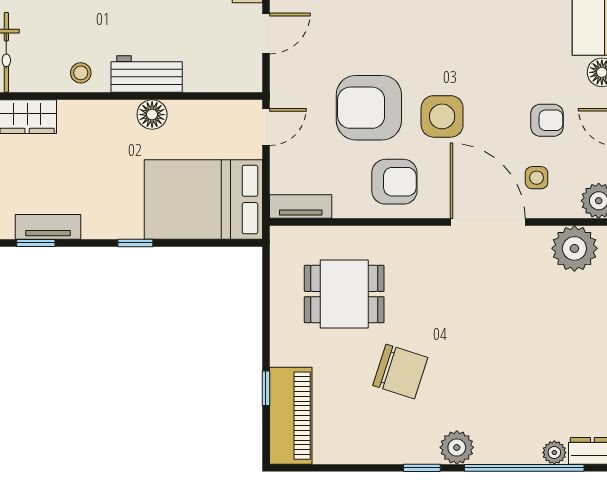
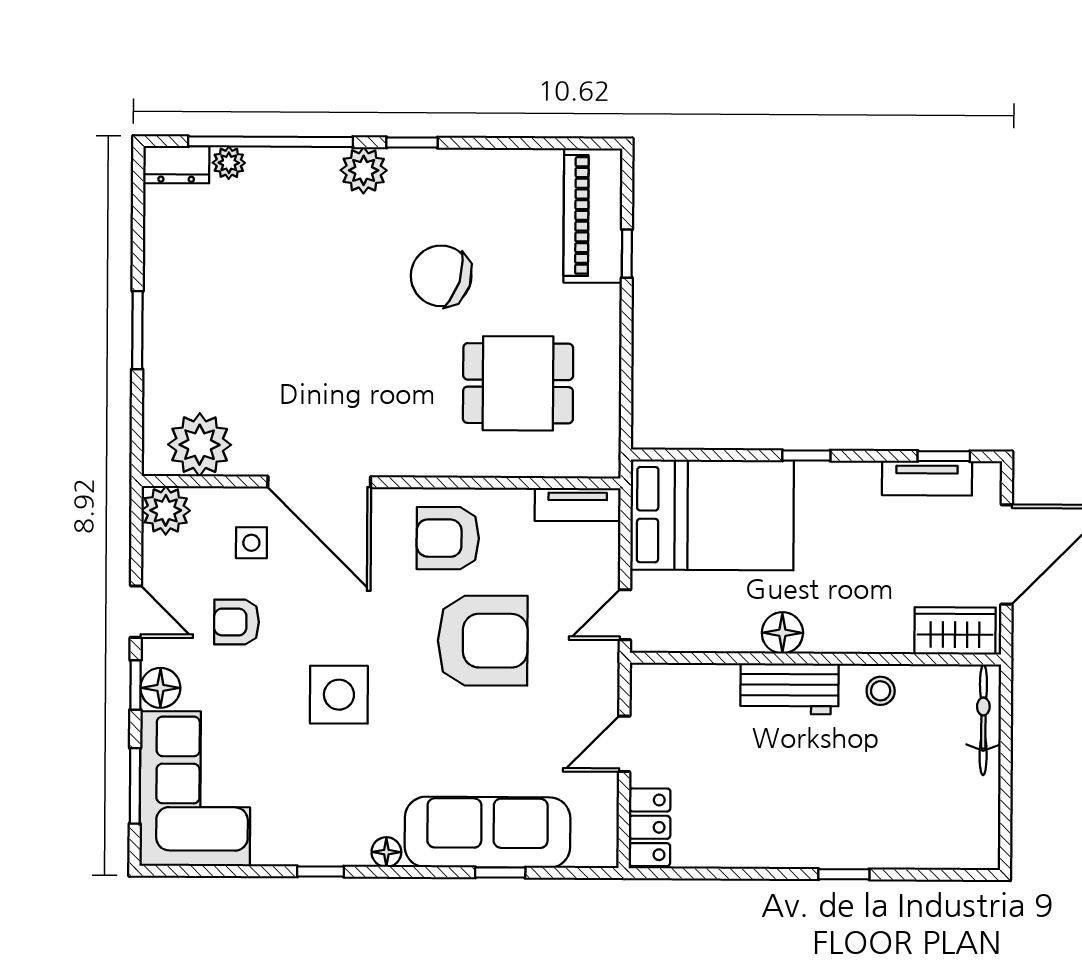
side table: (442, 116) -> (339, 695), moved

